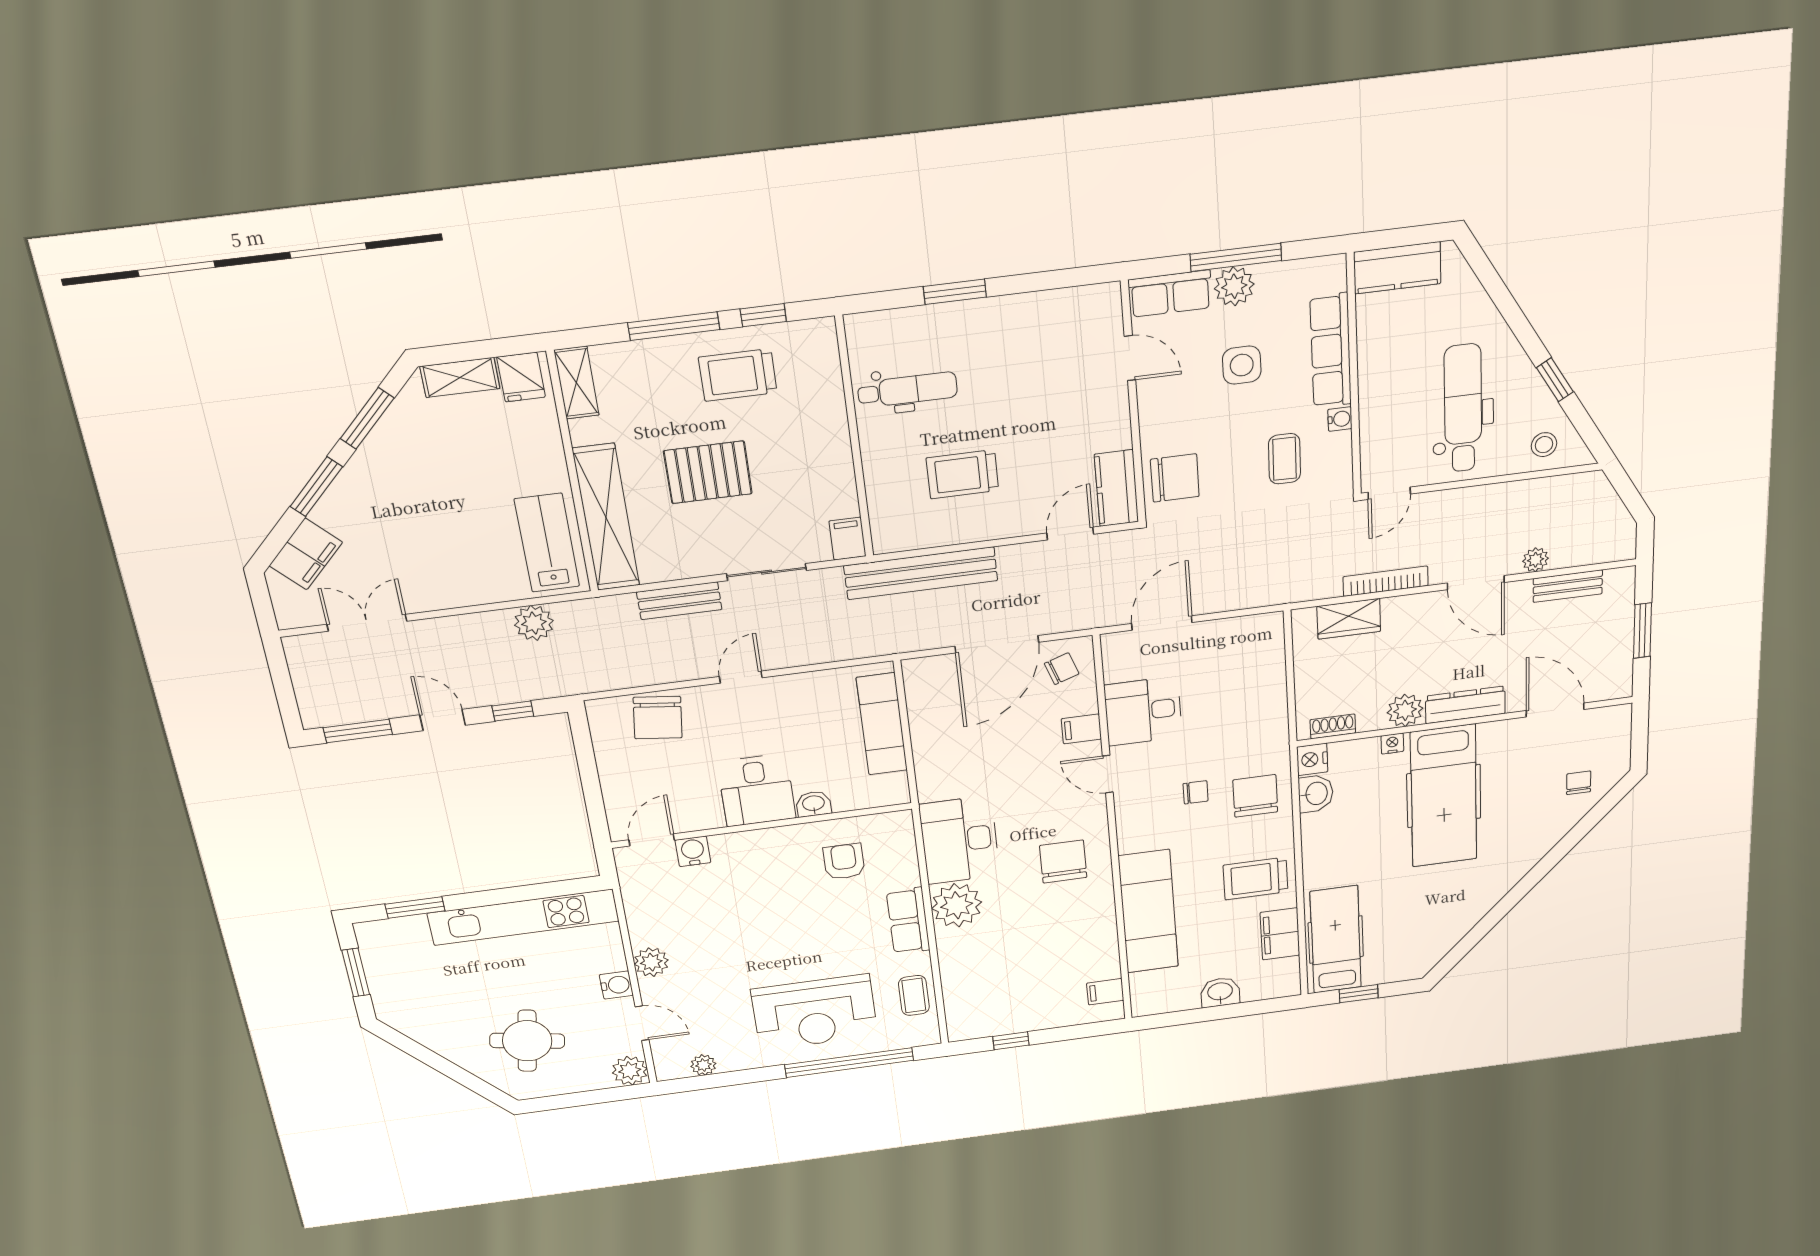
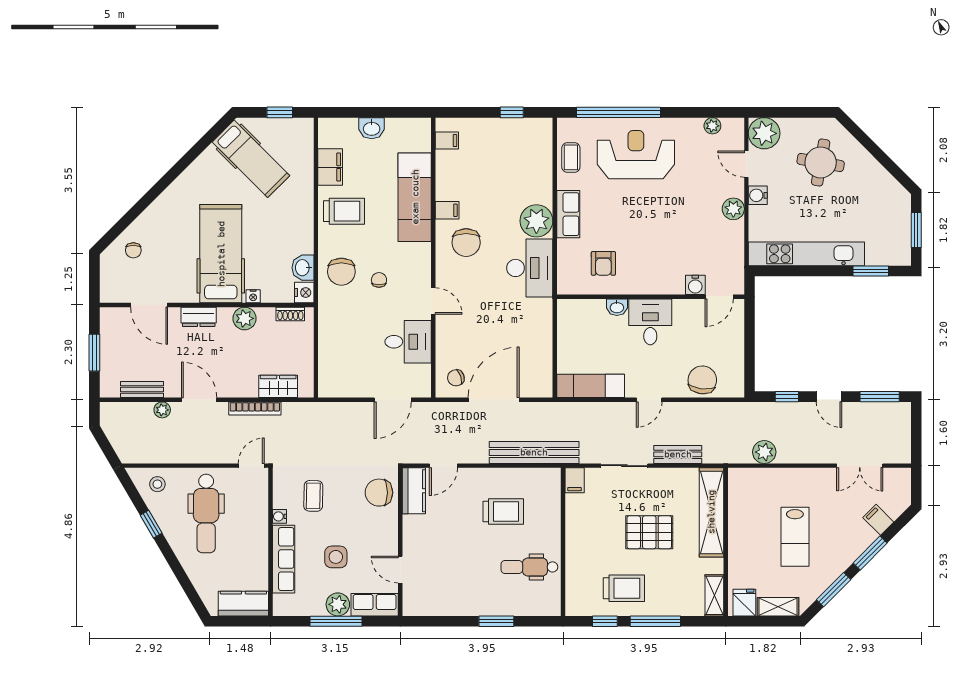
lab bench: (547, 543) -> (795, 537), moved
filing cabinet: (306, 554) -> (878, 520), width x0.50
dresser: (1465, 705) -> (199, 317), width x0.70
exam couch: (882, 724) -> (591, 386), moved, turned -90
filing cabinet: (1081, 729) -> (447, 210), moved
chair: (1196, 792) -> (379, 280), turned 90
hospital bed: (1336, 940) -> (251, 159), moved, turned -45
plant: (630, 1071) -> (764, 133), width x1.36, depth x1.36

